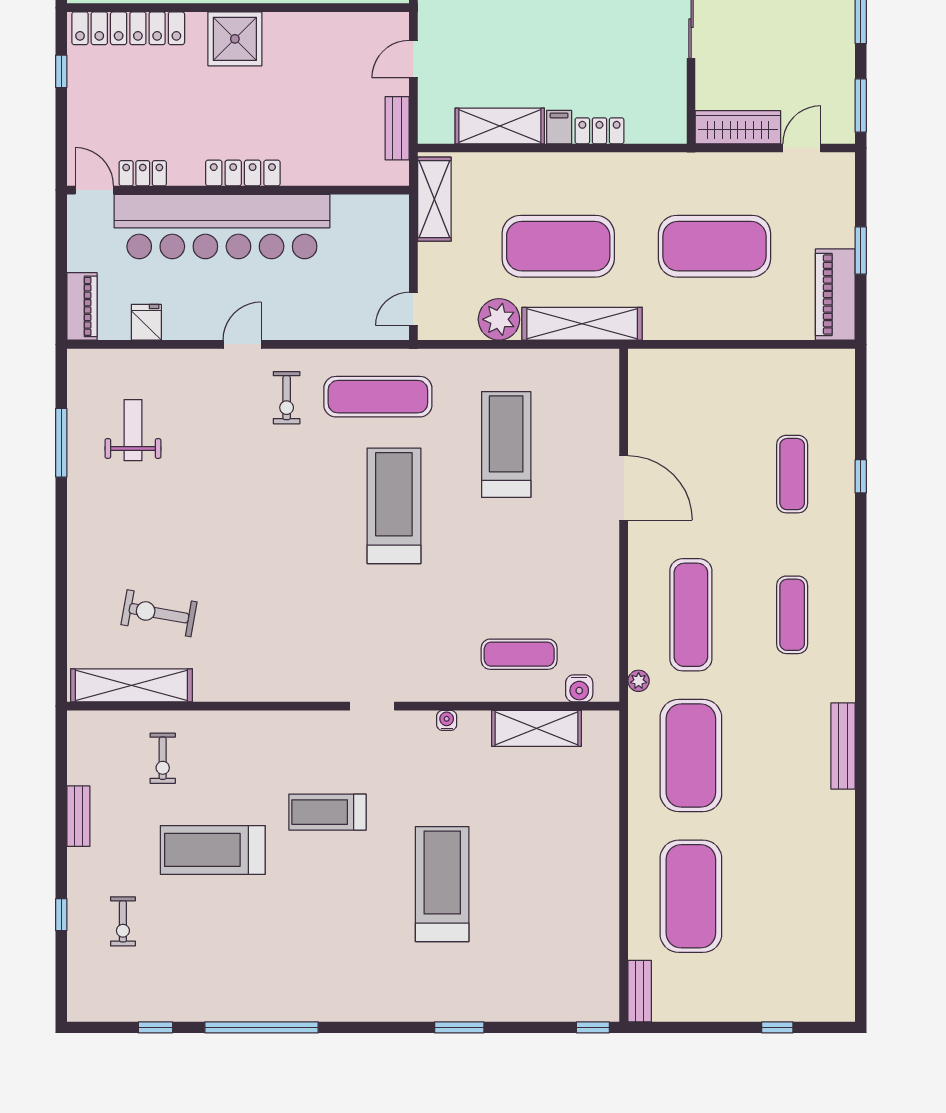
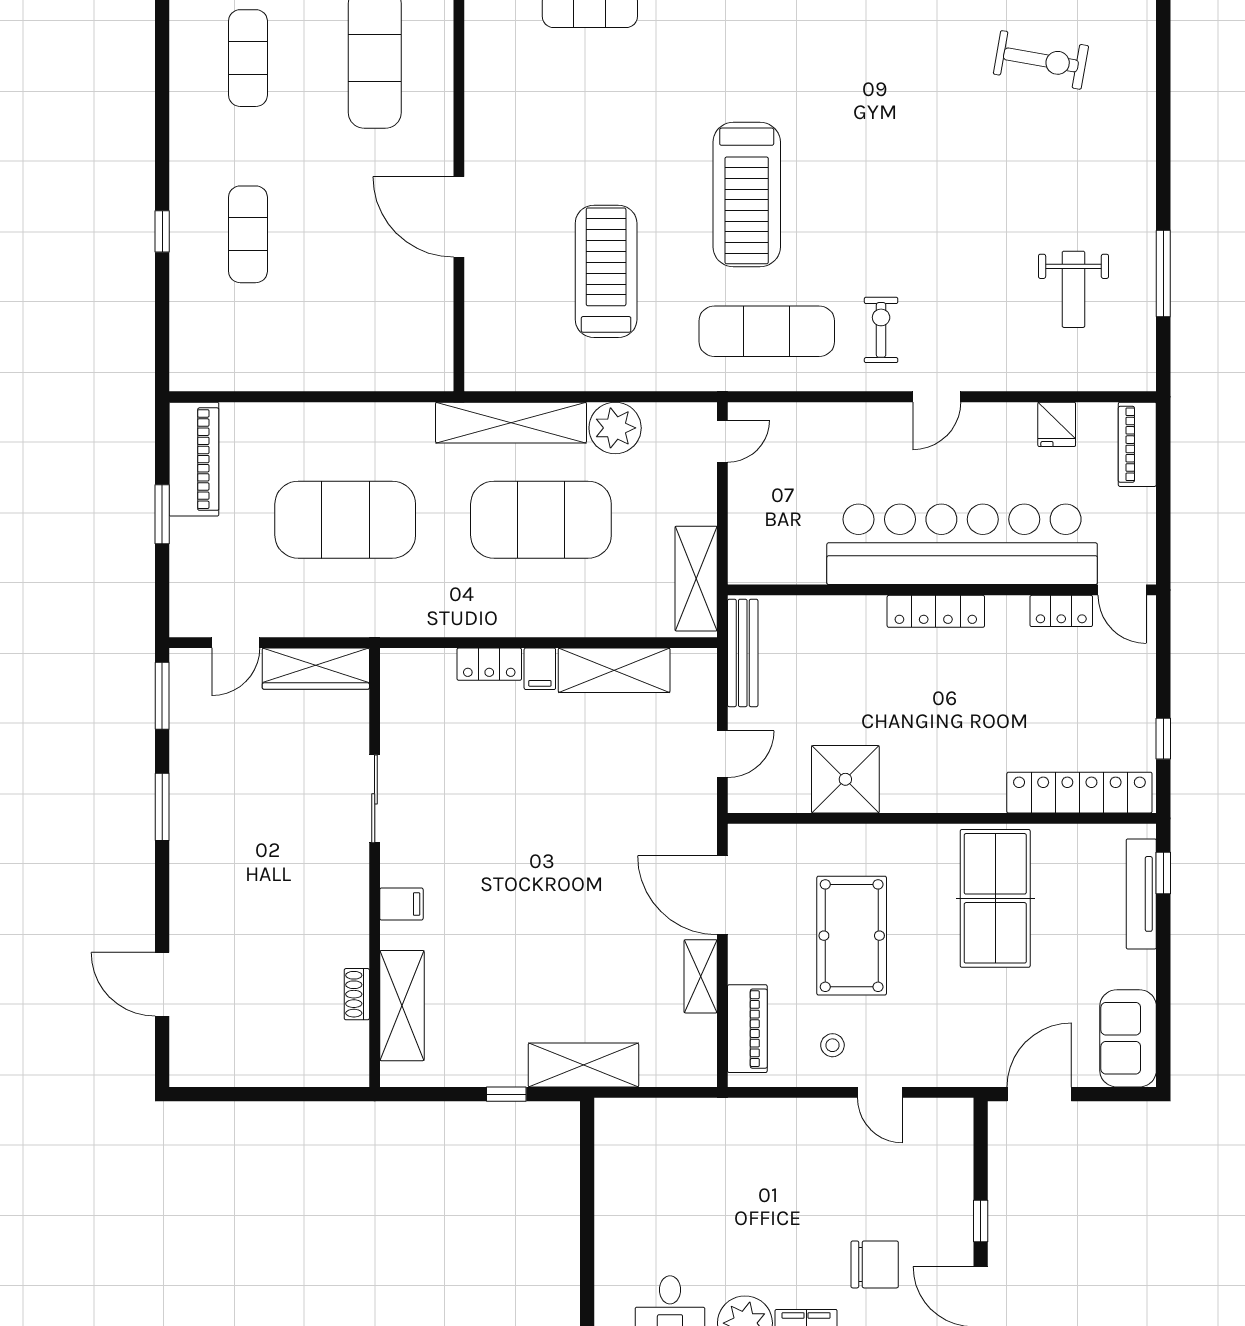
shower: (235, 39) -> (845, 779), moved
bench: (397, 128) -> (743, 653), width x1.36
treadmill: (506, 444) -> (606, 271), turned 180

